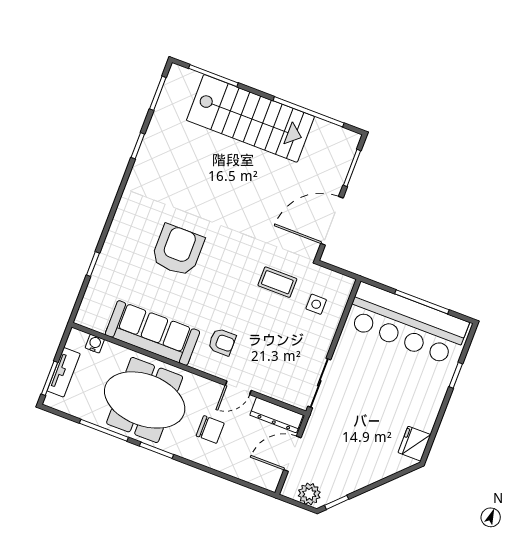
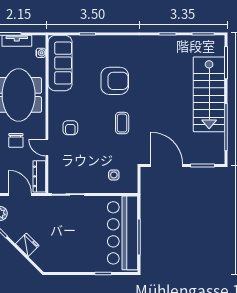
coffee table: (277, 282) -> (122, 123), moved
sofa: (152, 333) -> (60, 63), moved
fridge: (414, 444) -> (27, 245), moved, turned 45

